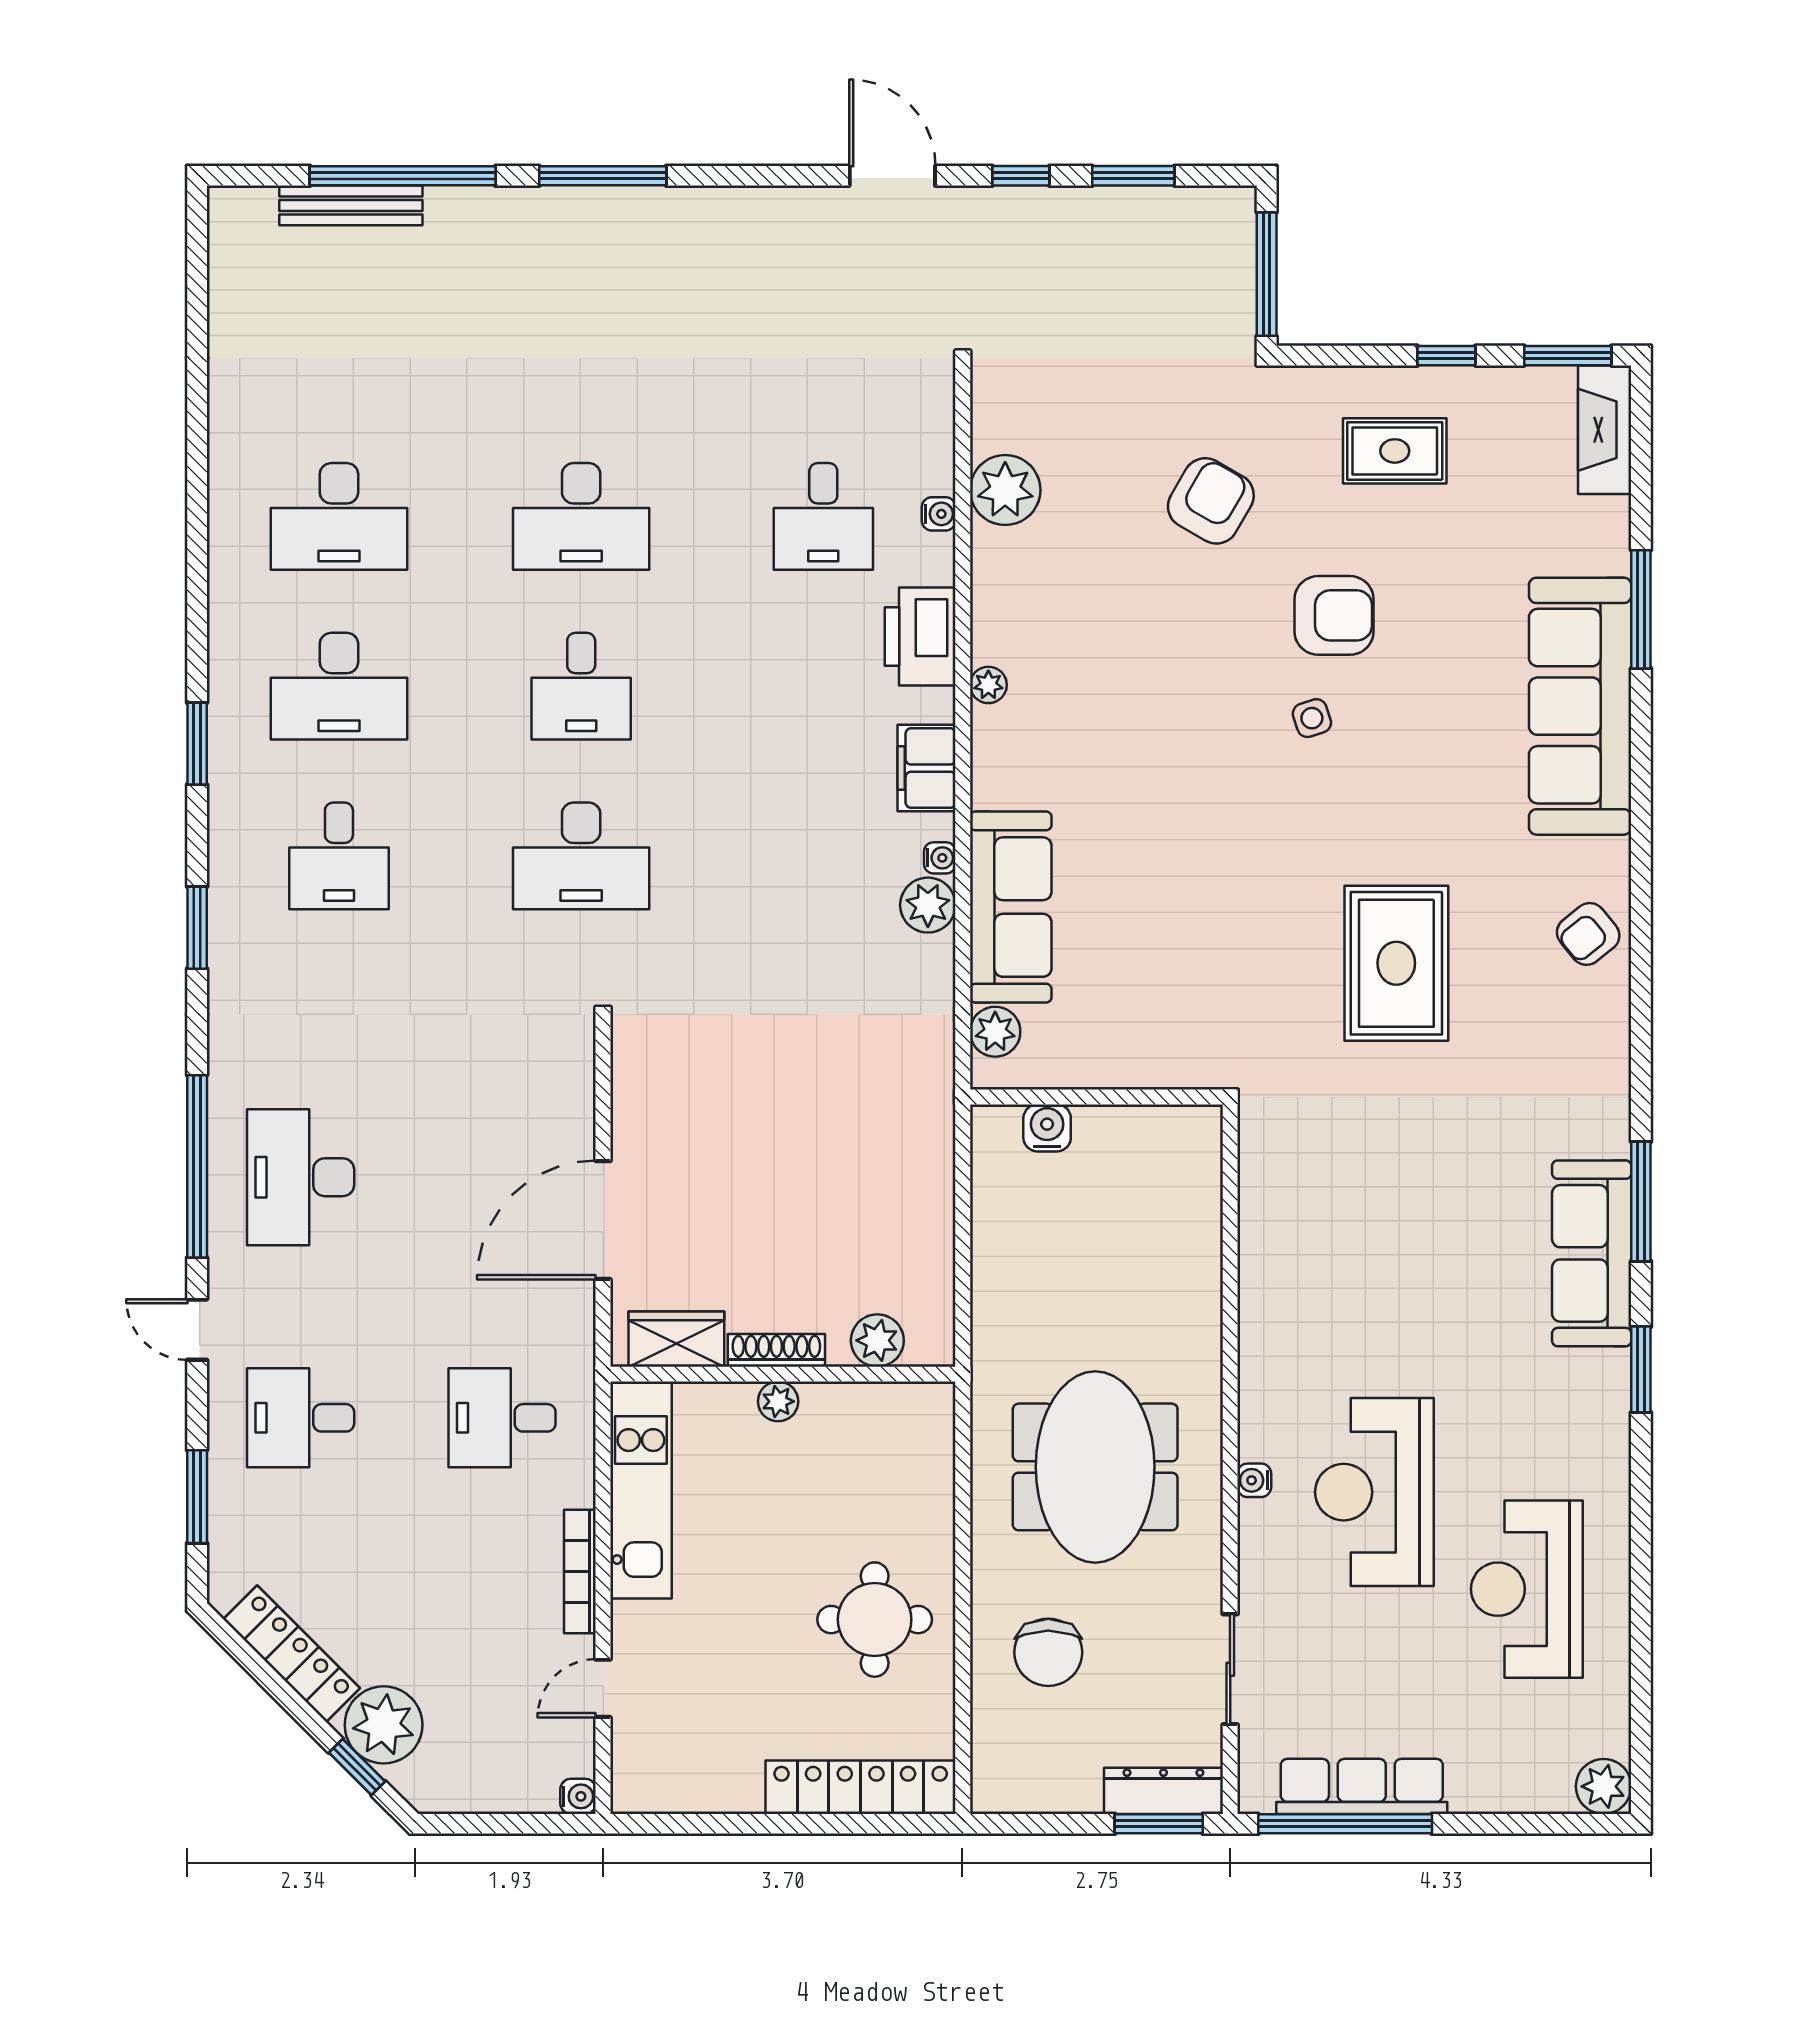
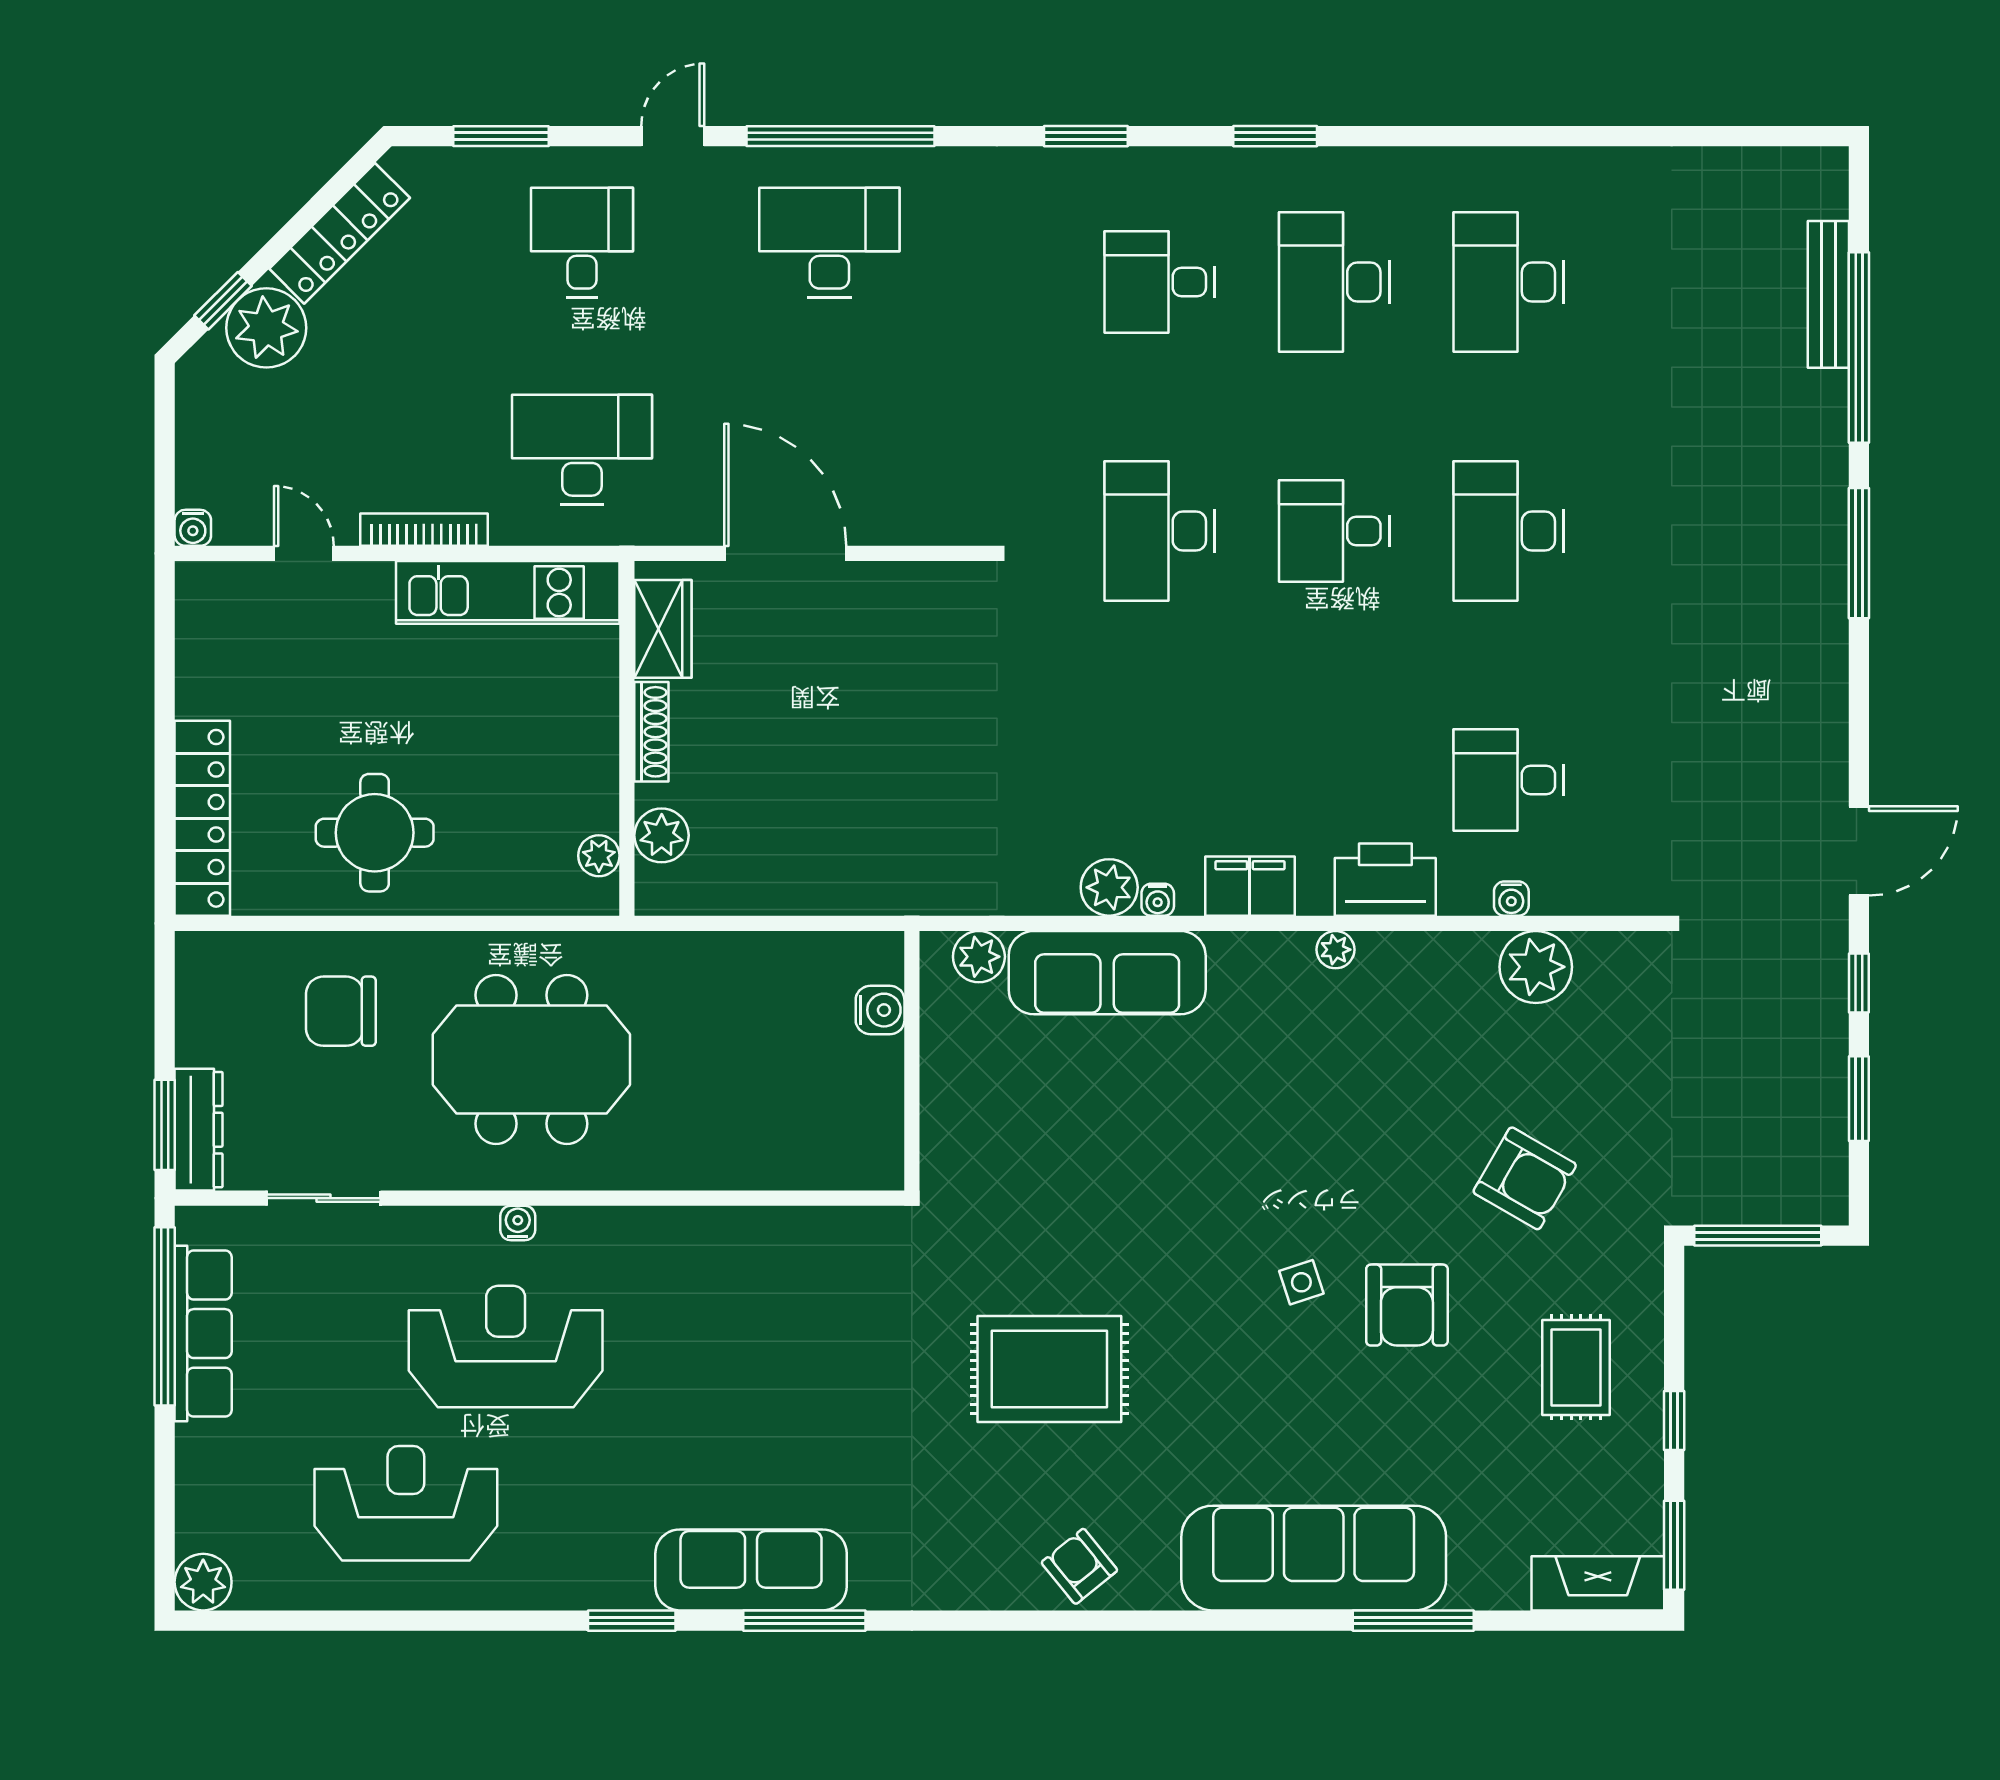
plant: (778, 1401) -> (599, 856), moved
desk: (502, 1418) -> (582, 450), width x1.37

